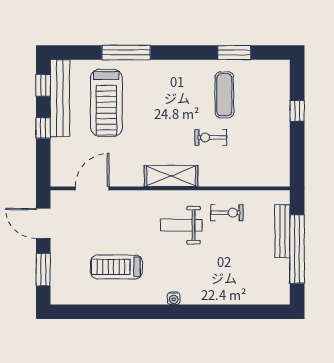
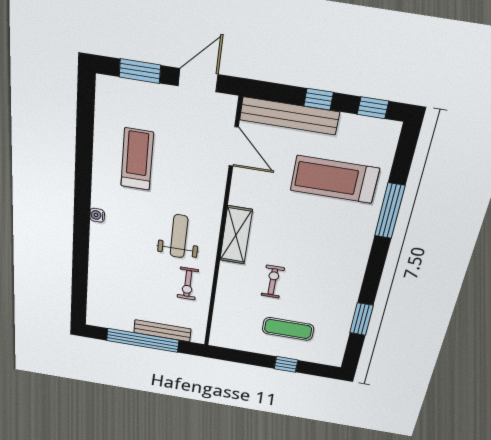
exercise mat: (224, 95) -> (288, 329), moved
bench: (60, 98) -> (289, 116), moved

